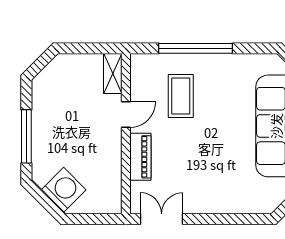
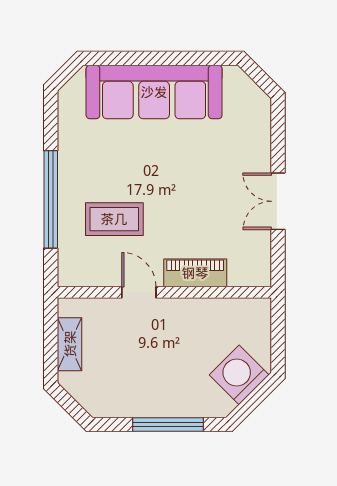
shelving: (113, 73) -> (70, 344), moved, turned 90
double door: (162, 219) -> (278, 201), moved

